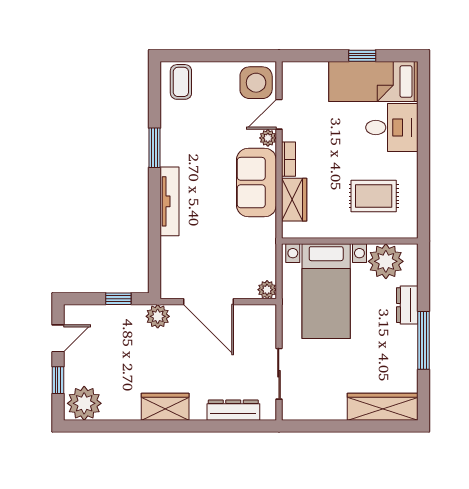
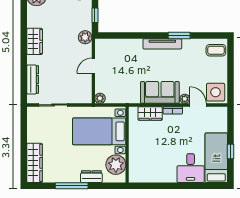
rug: (374, 196) -> (152, 158), removed
tv unit: (170, 201) -> (162, 44), moved
door: (208, 302) -> (93, 66), width x0.53

